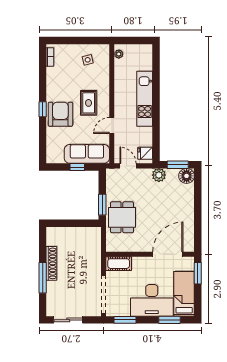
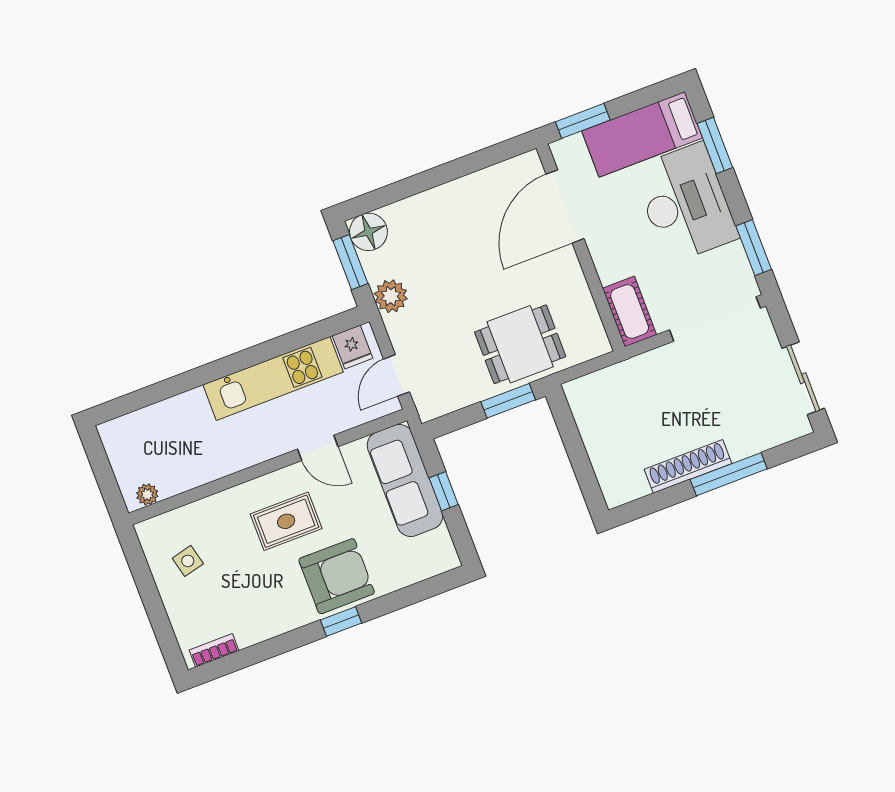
kitchen unit: (145, 99) -> (273, 378), moved
armchair: (60, 114) -> (337, 576), turned 180
door: (168, 254) -> (565, 206), hinge flipped

